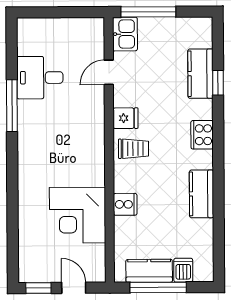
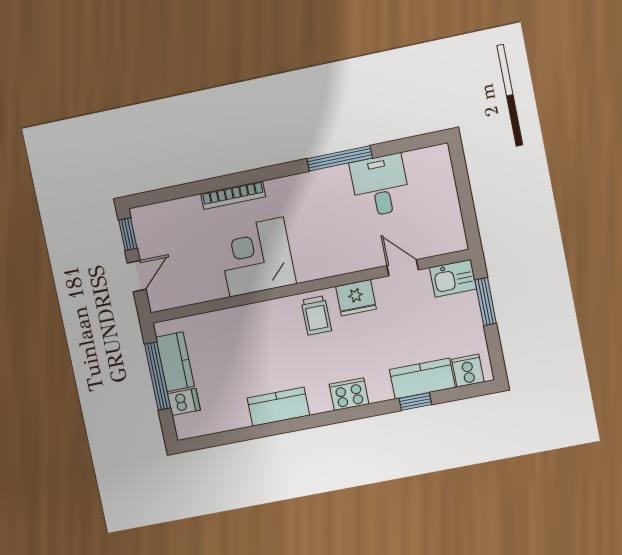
window: (148, 12) -> (486, 302), width x0.69
fridge: (125, 118) -> (356, 298), width x1.38
bookcase: (24, 196) -> (233, 195), added
cooker: (125, 204) -> (468, 371), moved, turned 180
corner desk: (77, 215) -> (256, 257), moved

